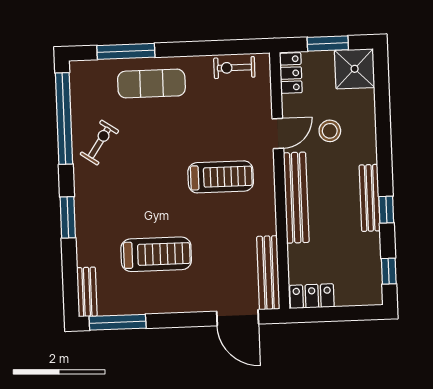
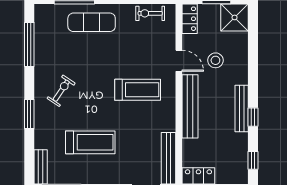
window: (64, 119) -> (29, 45), width x0.68
door: (278, 134) -> (179, 61), hinge flipped
exercise bike: (99, 142) -> (61, 91), moved

